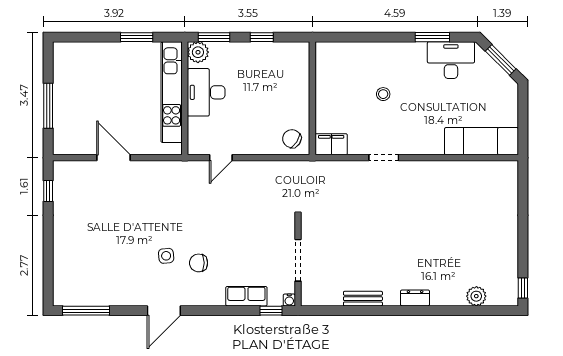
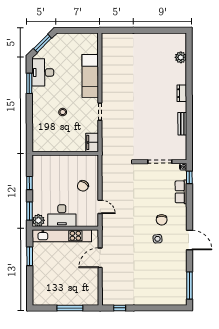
chair: (292, 139) -> (83, 186), moved
exam couch: (481, 141) -> (90, 76), moved
door: (114, 158) -> (100, 258), moved
window: (523, 288) -> (176, 30), removed

